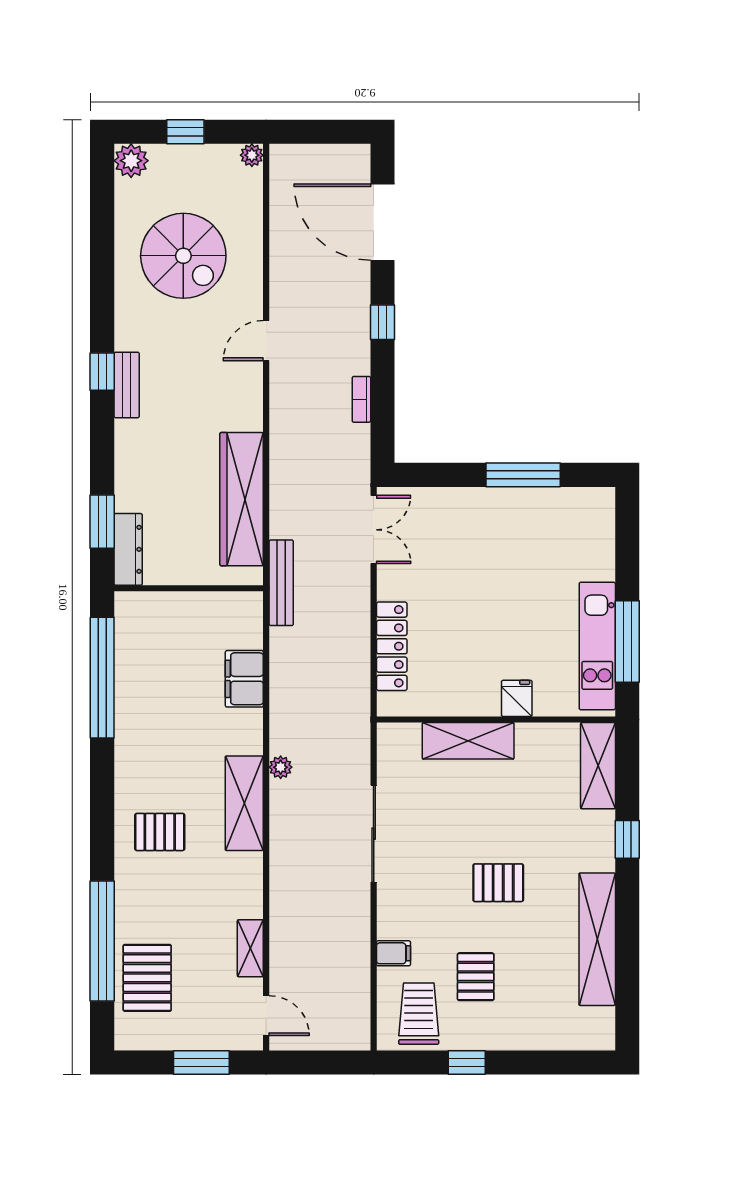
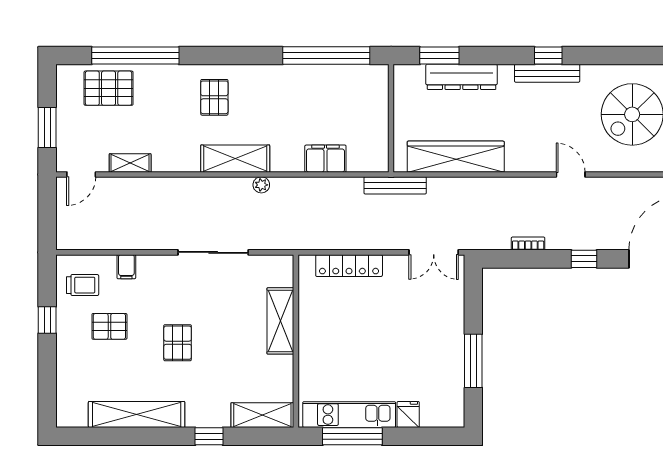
bench: (127, 385) -> (547, 73), width x1.36
dresser: (128, 549) -> (462, 77), moved, width x1.37, depth x1.24
fridge: (517, 698) -> (408, 414), moved, turned -90
trolley: (419, 1014) -> (83, 285), width x0.73, depth x0.72

